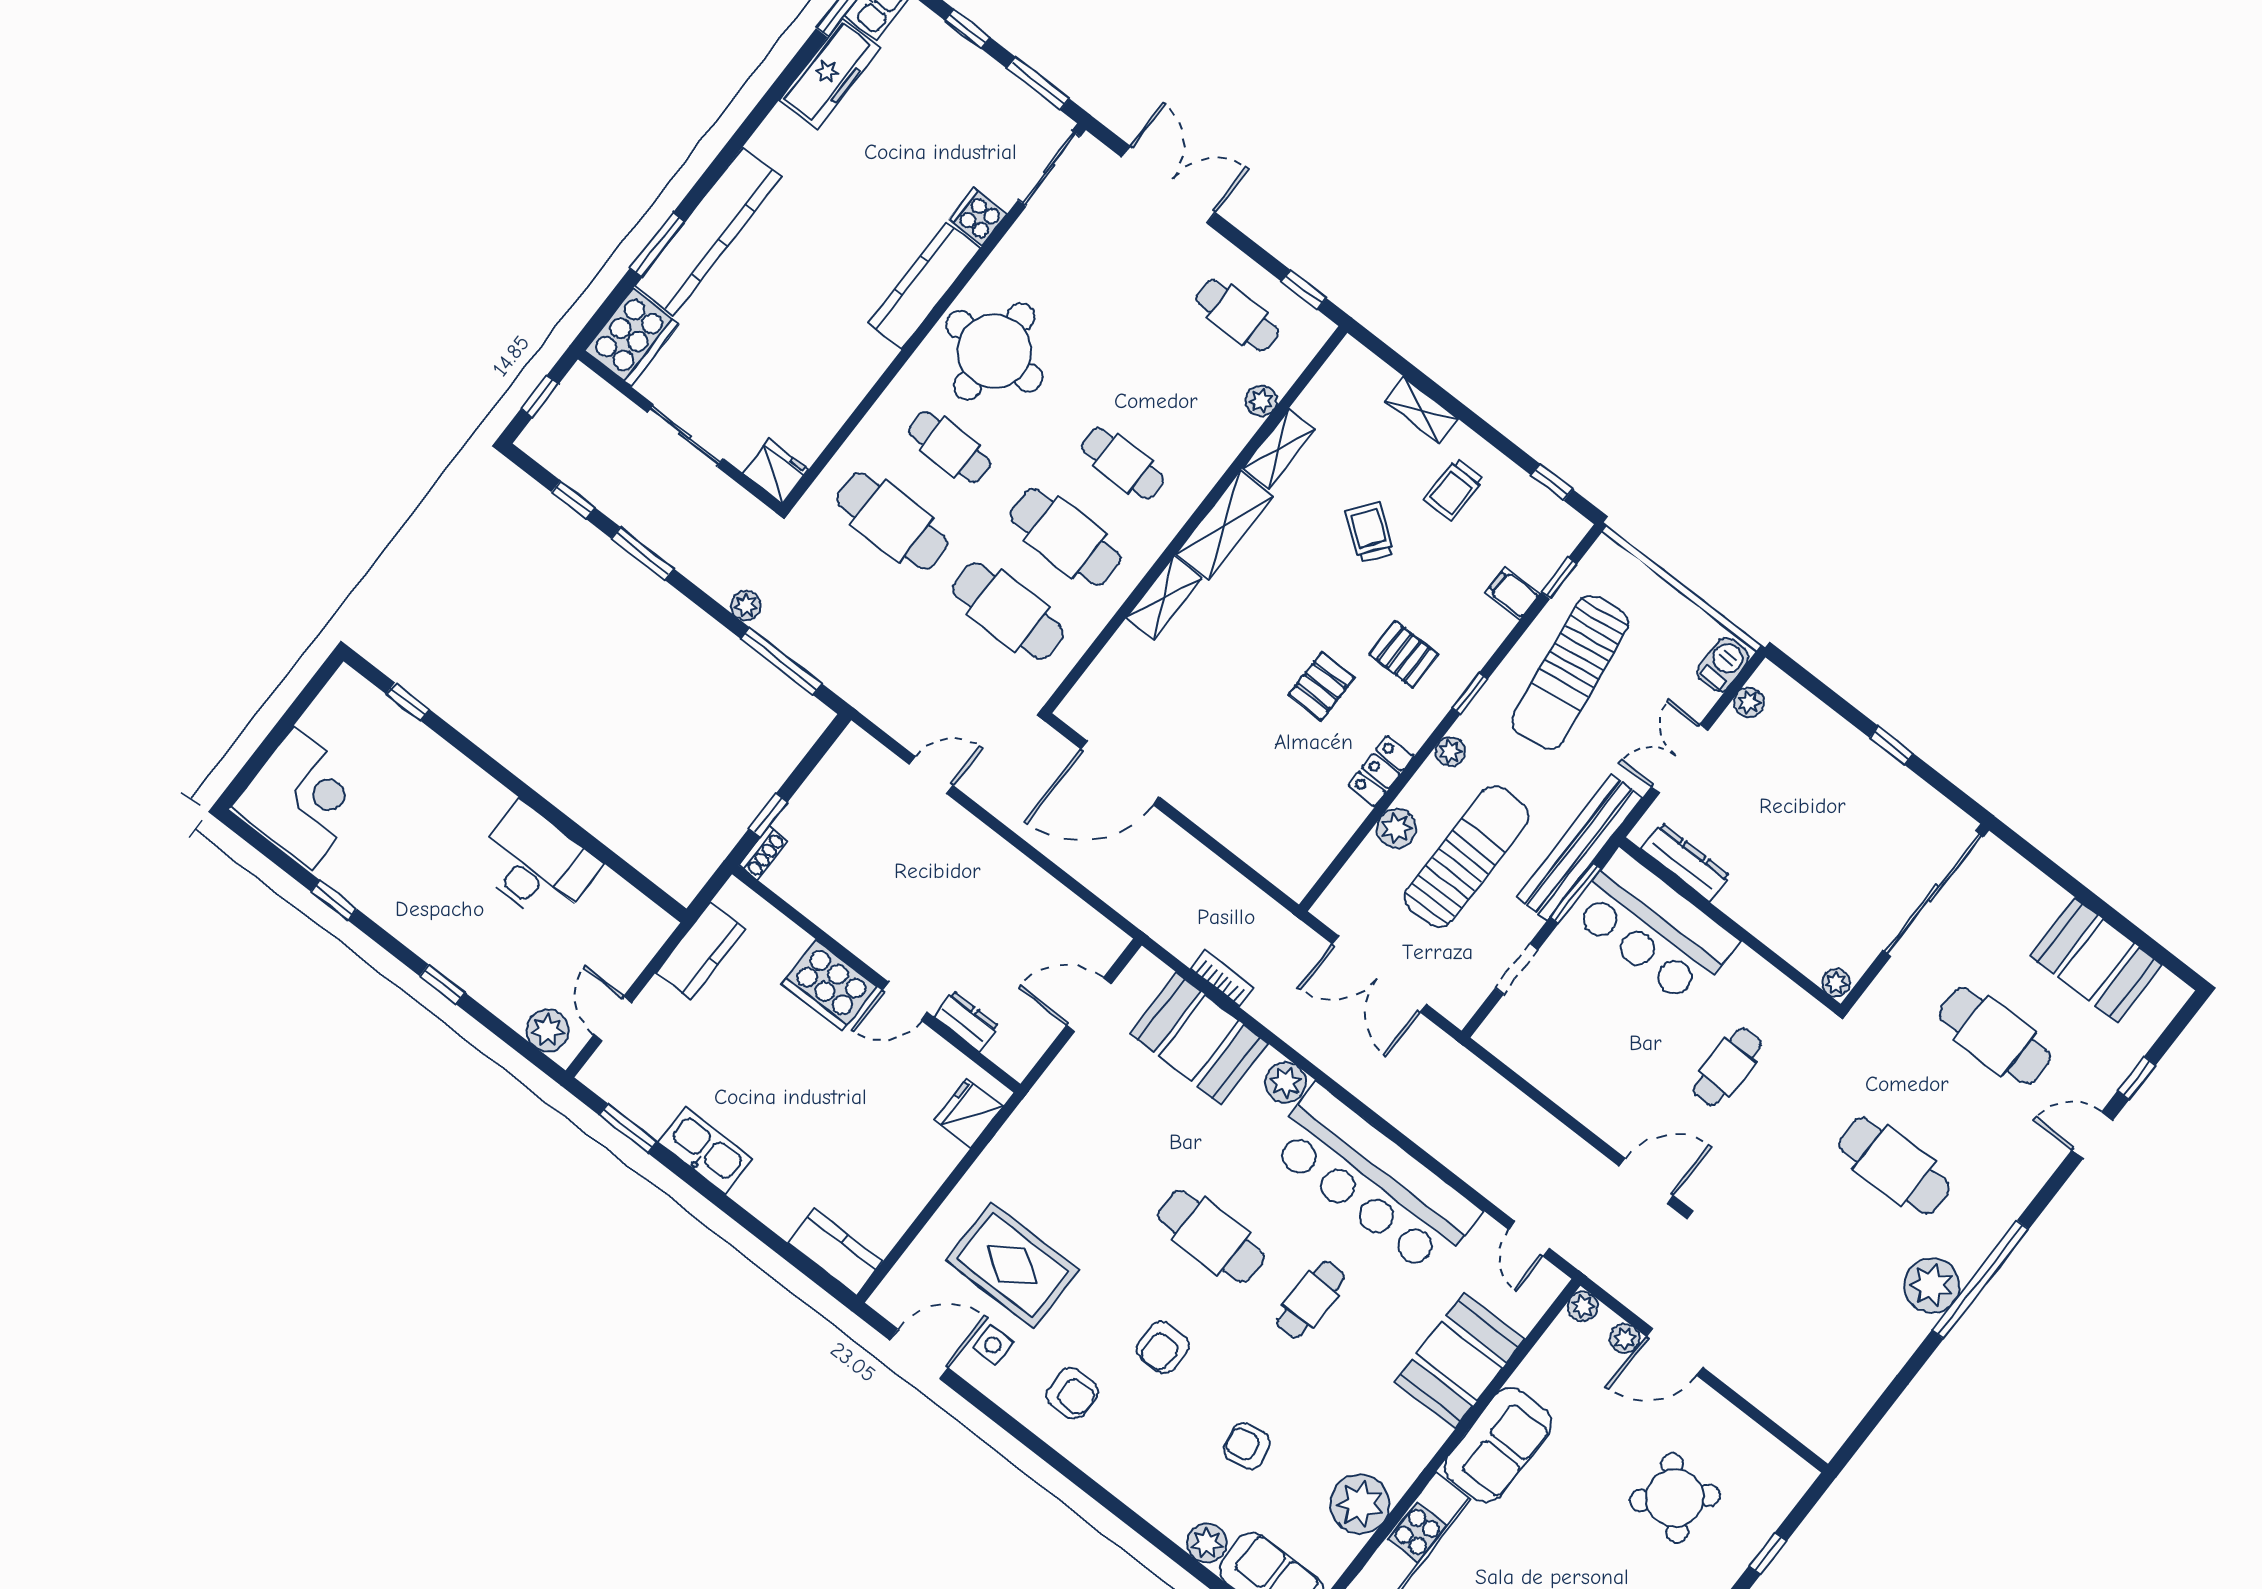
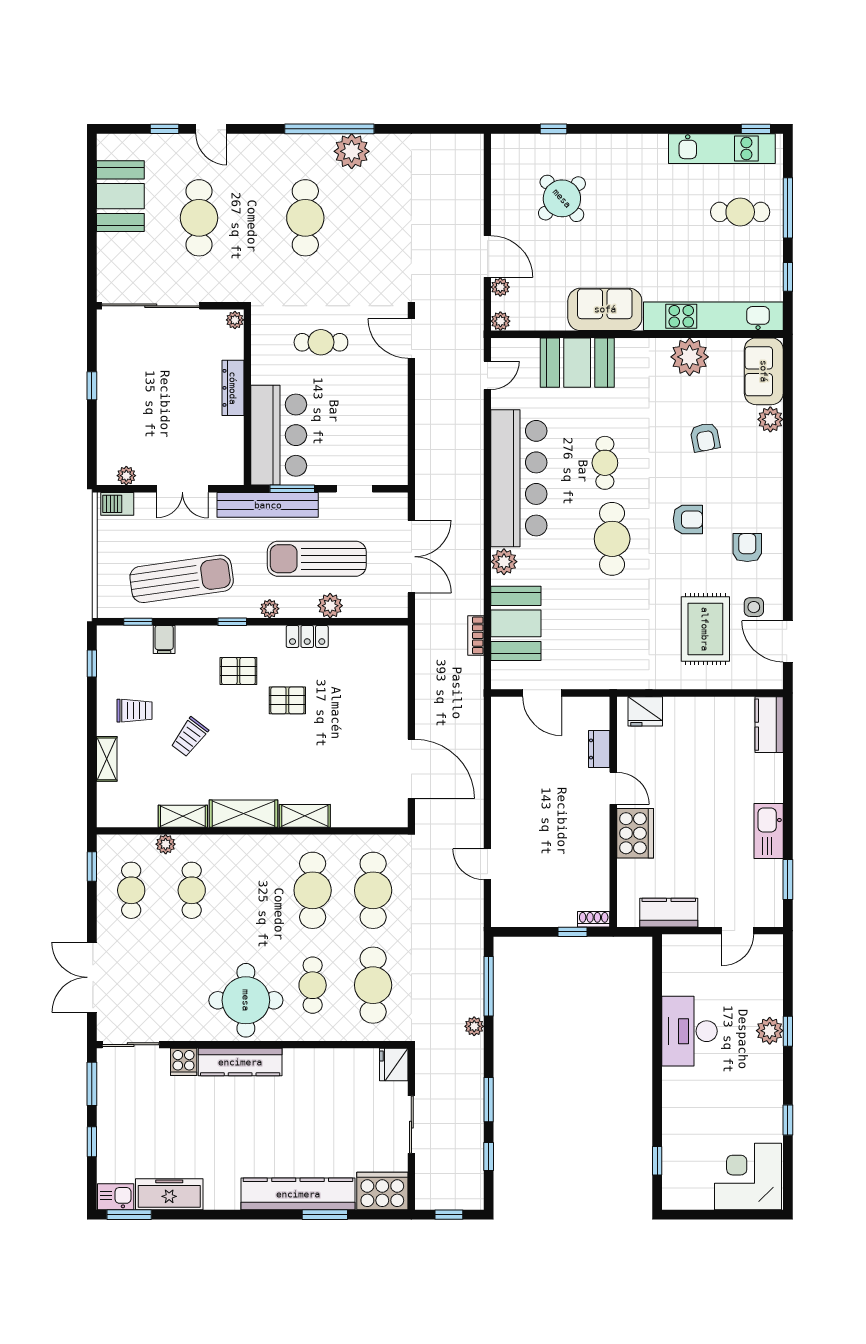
cafe table: (1123, 463) -> (192, 890), moved
pallet: (1404, 654) -> (238, 671), turned 90
dresser: (1686, 862) -> (233, 388), moved
plant: (548, 1030) -> (770, 1031), moved
cafe table: (1311, 1300) -> (605, 463), turned 90

